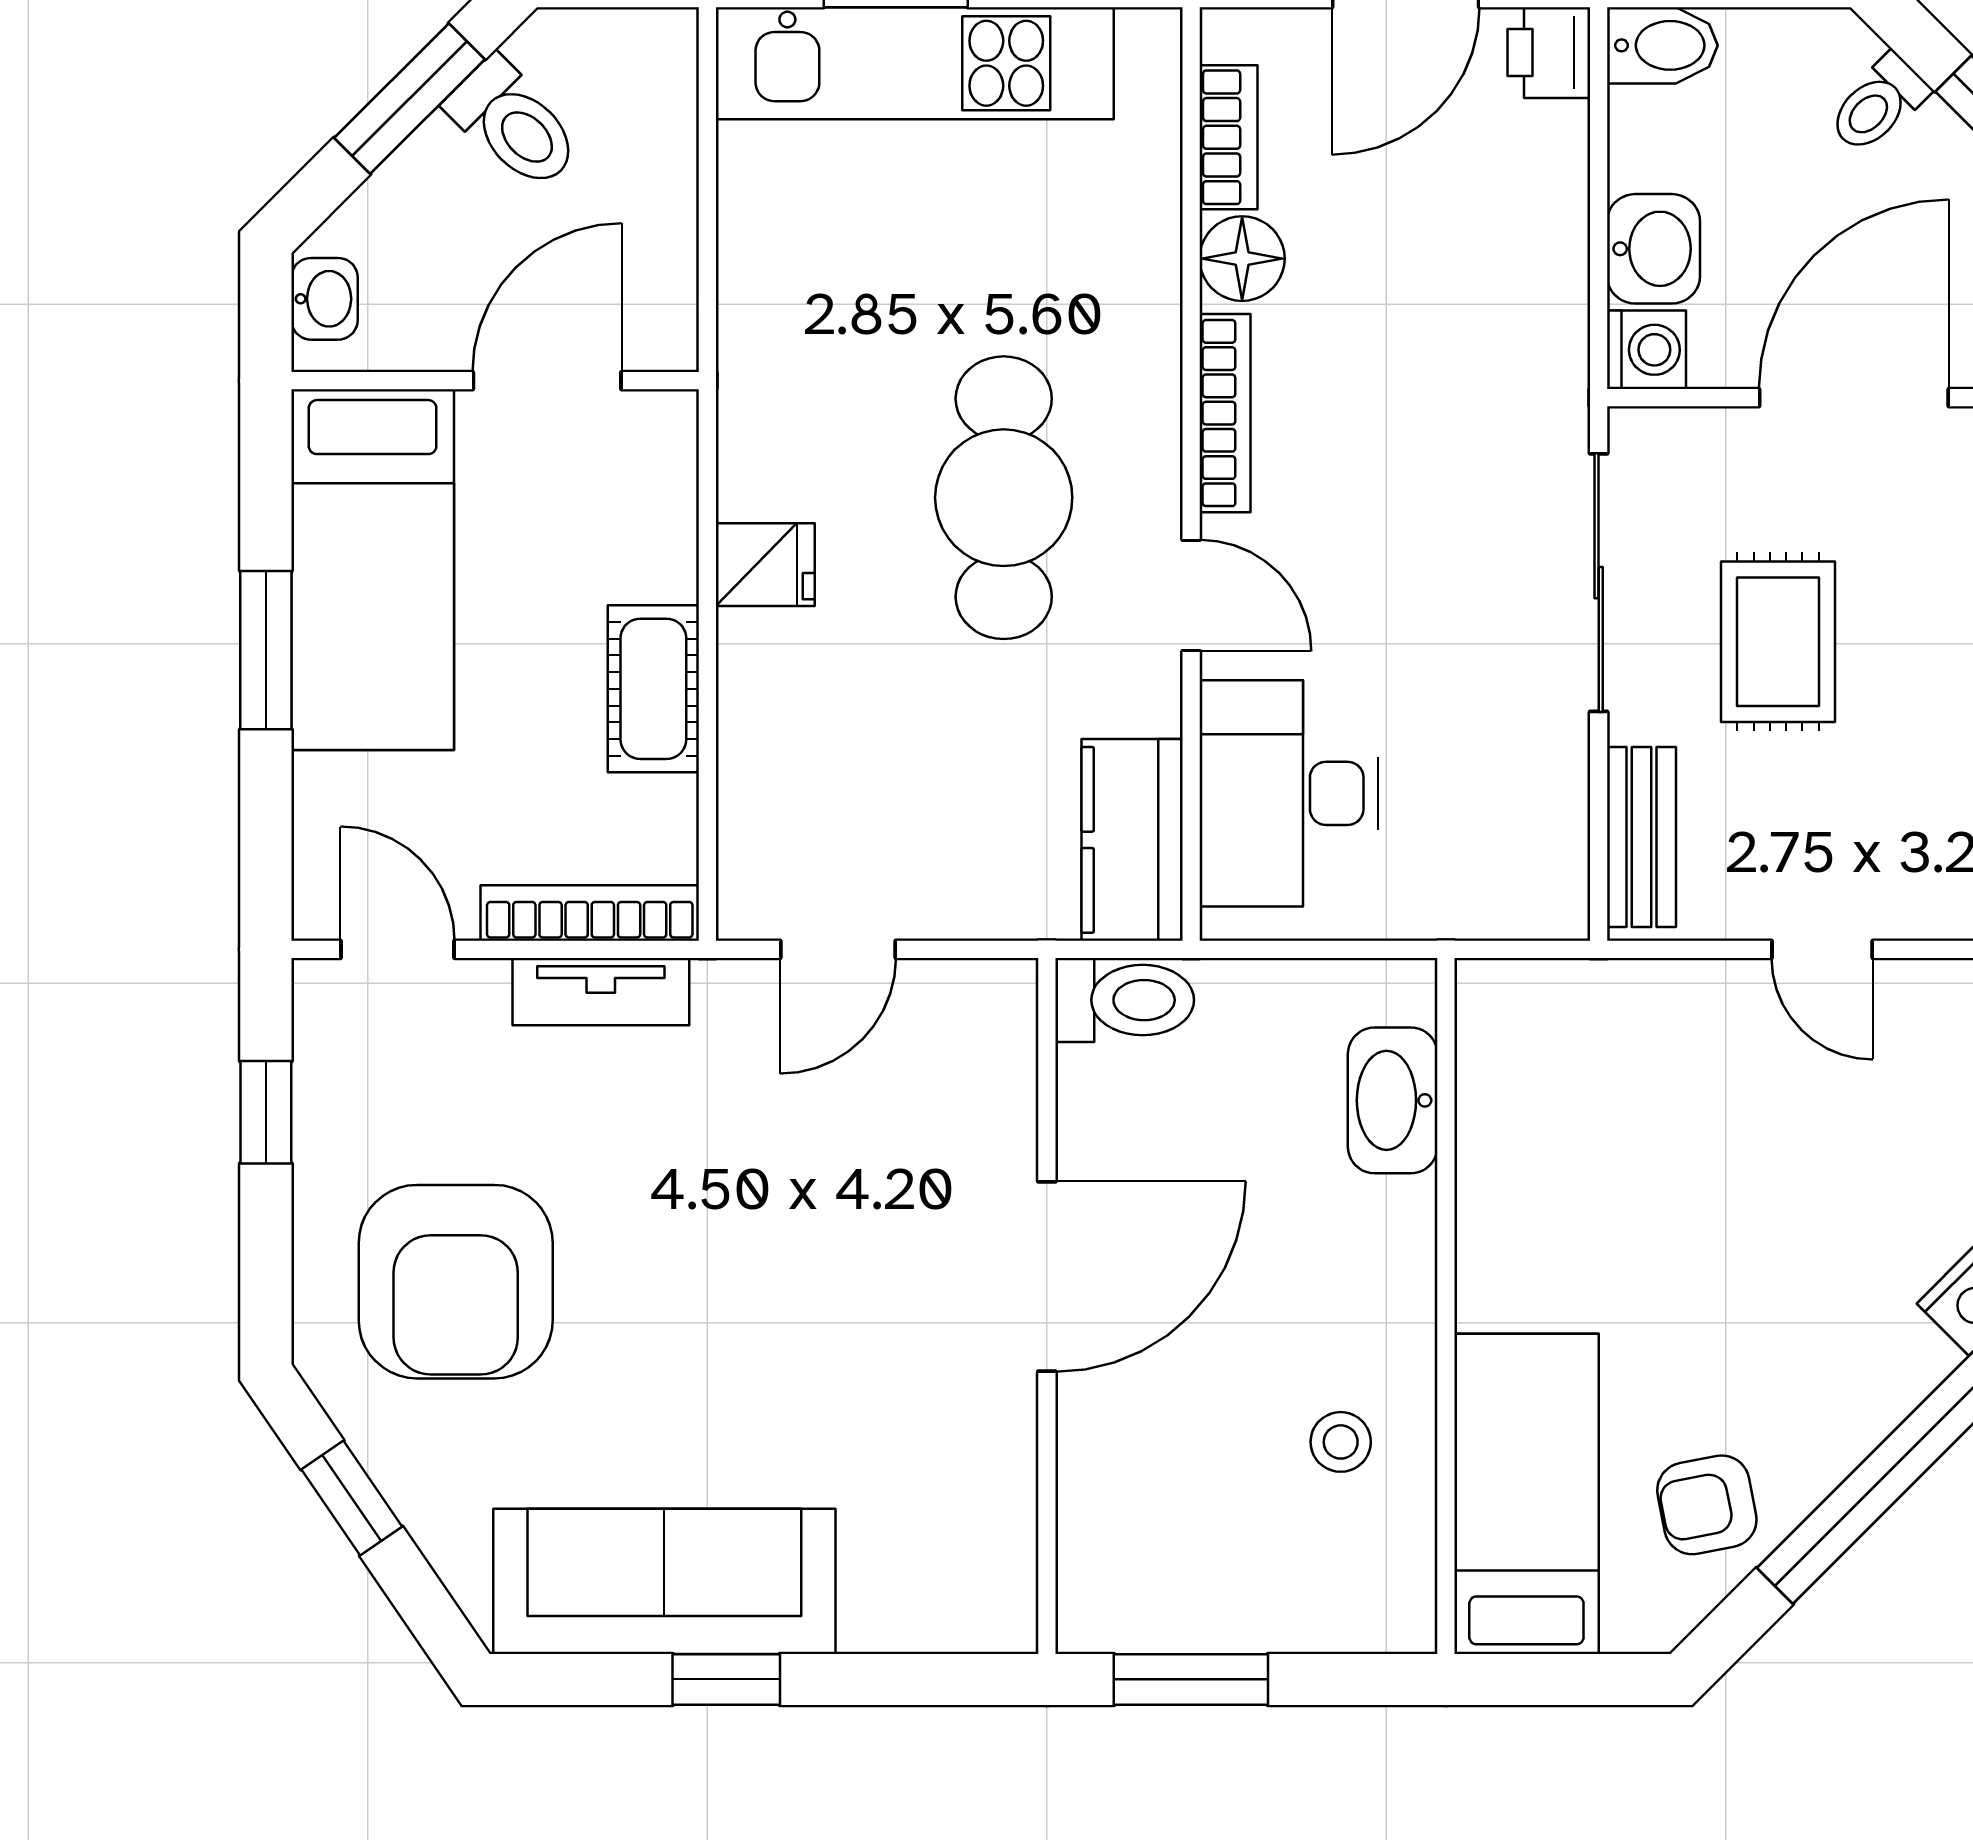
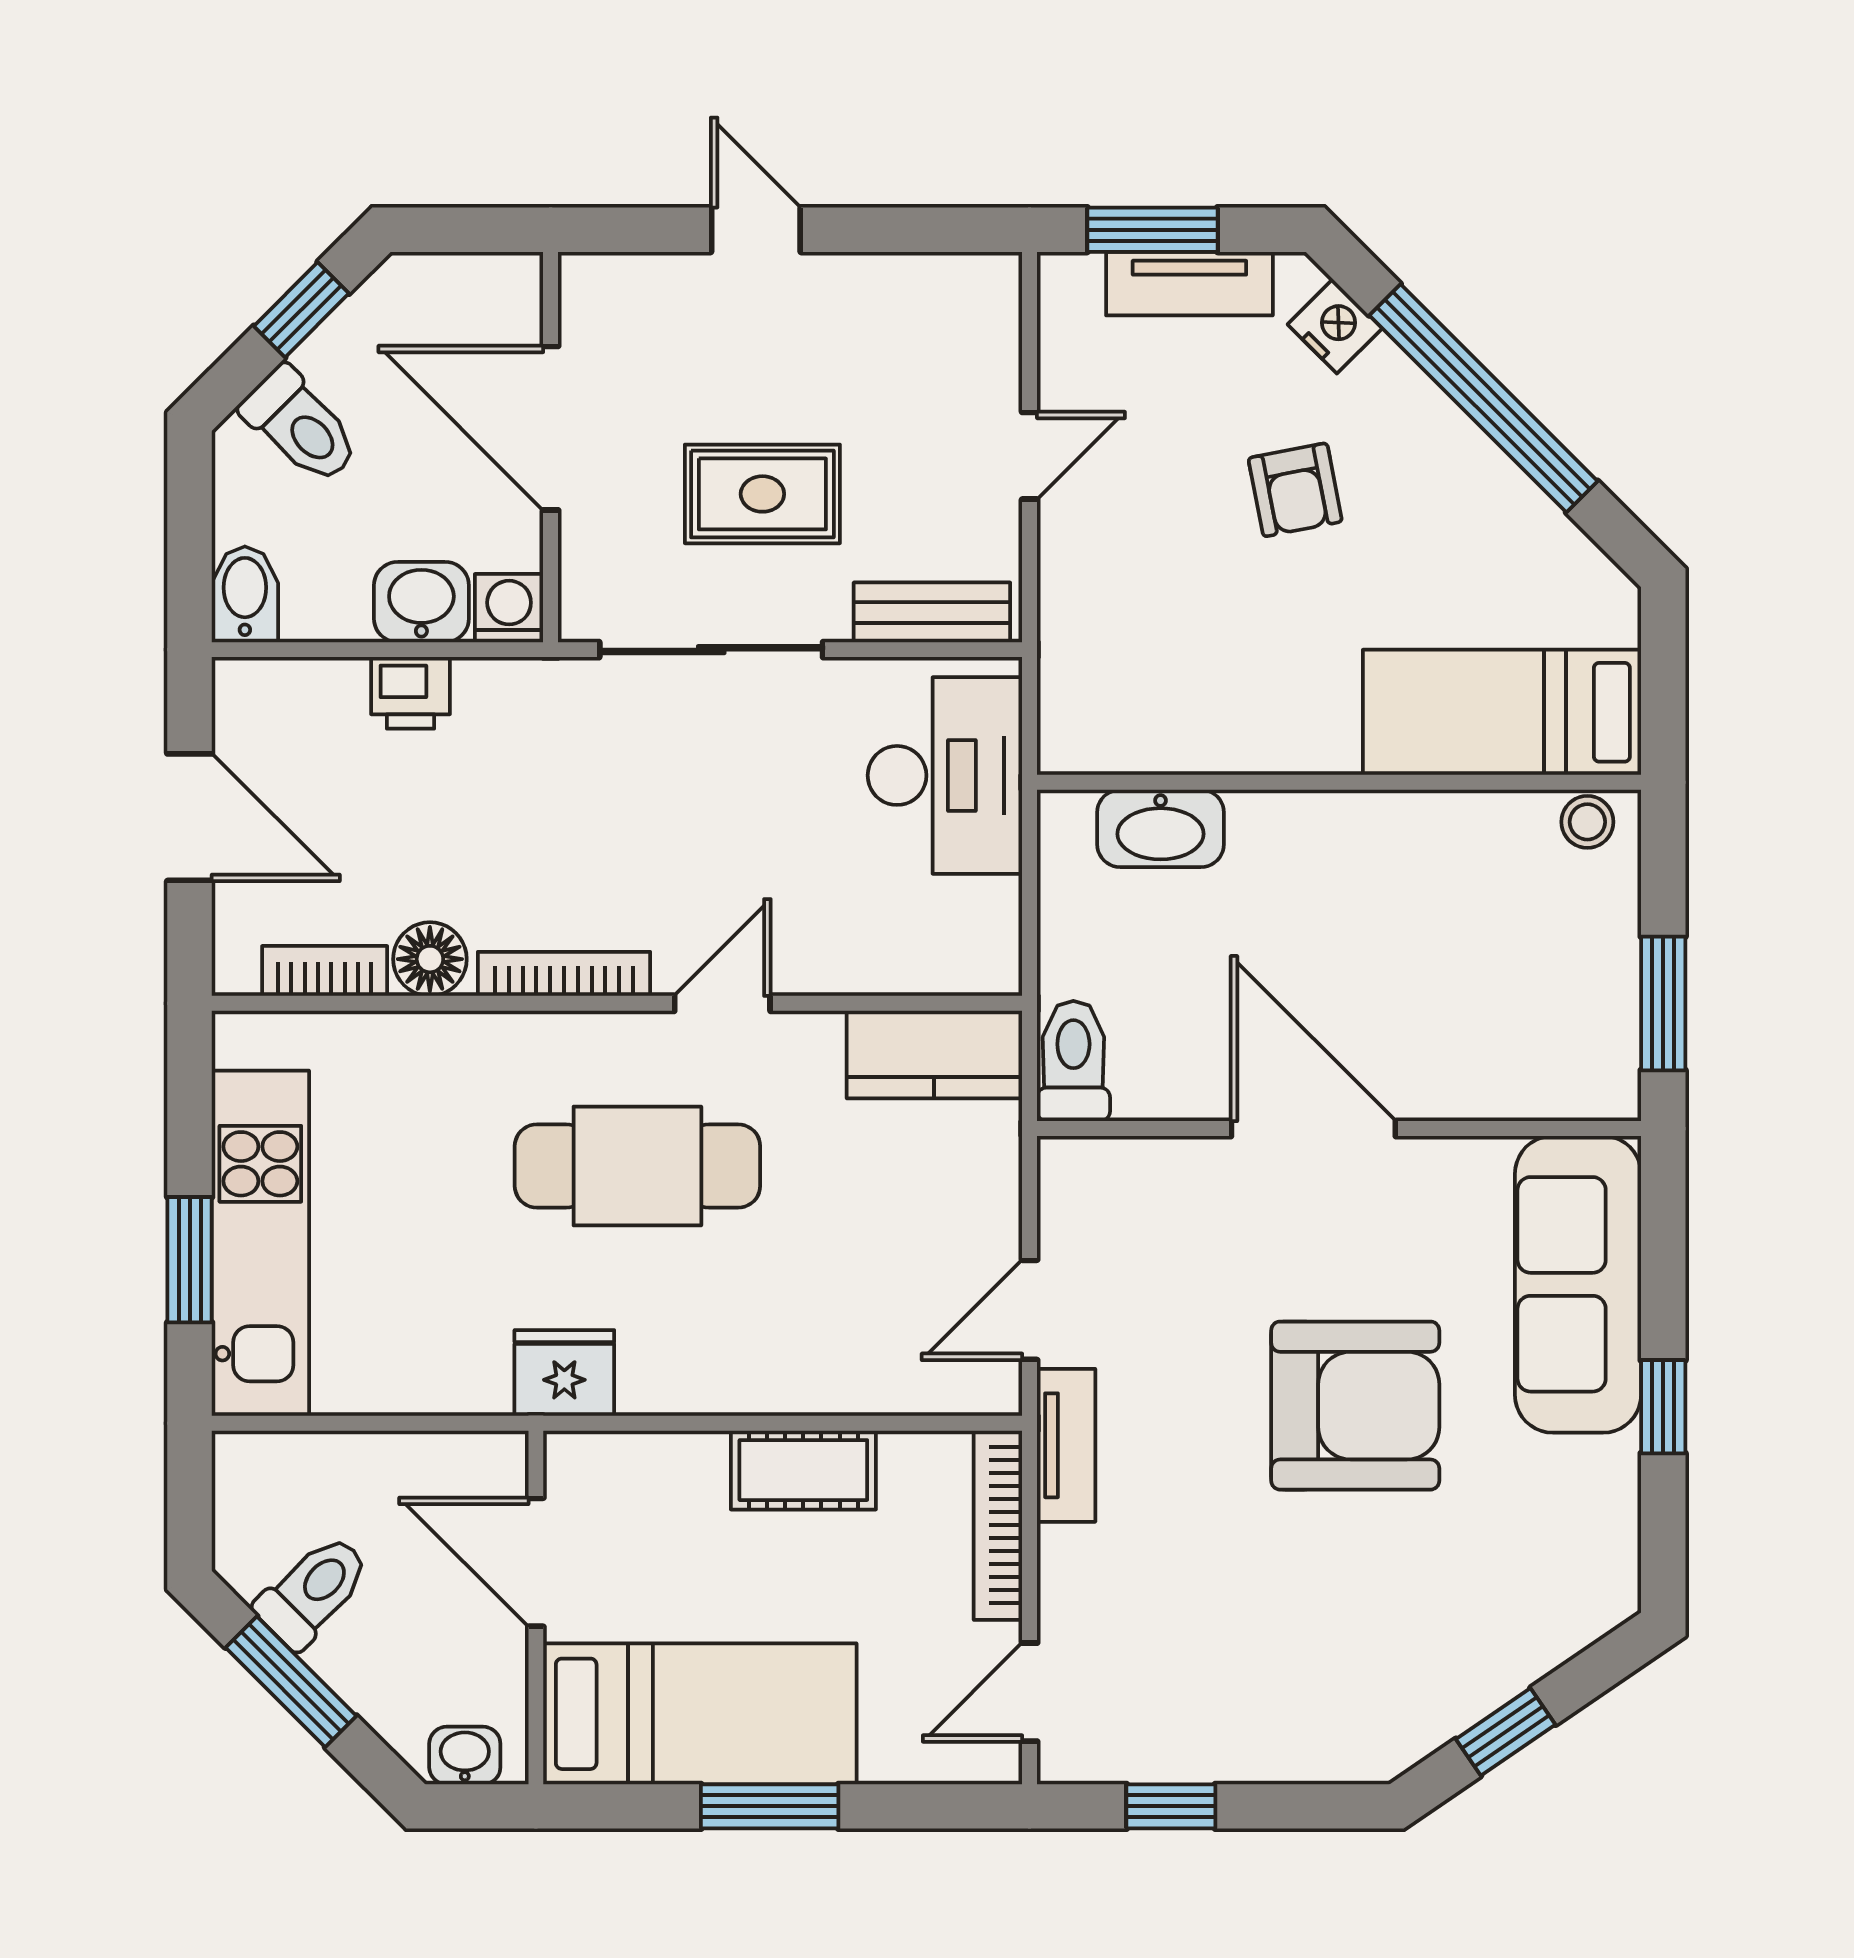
printer: (1549, 53) -> (410, 693), moved
toilet: (1878, 104) -> (301, 426), width x1.37, depth x1.39
fridge: (765, 565) -> (564, 1373), moved, width x1.38
desk: (1289, 793) -> (945, 775), moved, turned -90
door: (838, 949) -> (1030, 1310), swing flipped
tv unit: (601, 992) -> (1066, 1445), moved
armchair: (456, 1282) -> (1355, 1406), moved
stool: (1341, 1442) -> (1587, 822), moved
armchair: (1707, 1505) -> (1295, 490), moved
sofa: (664, 1581) -> (1578, 1284), moved

